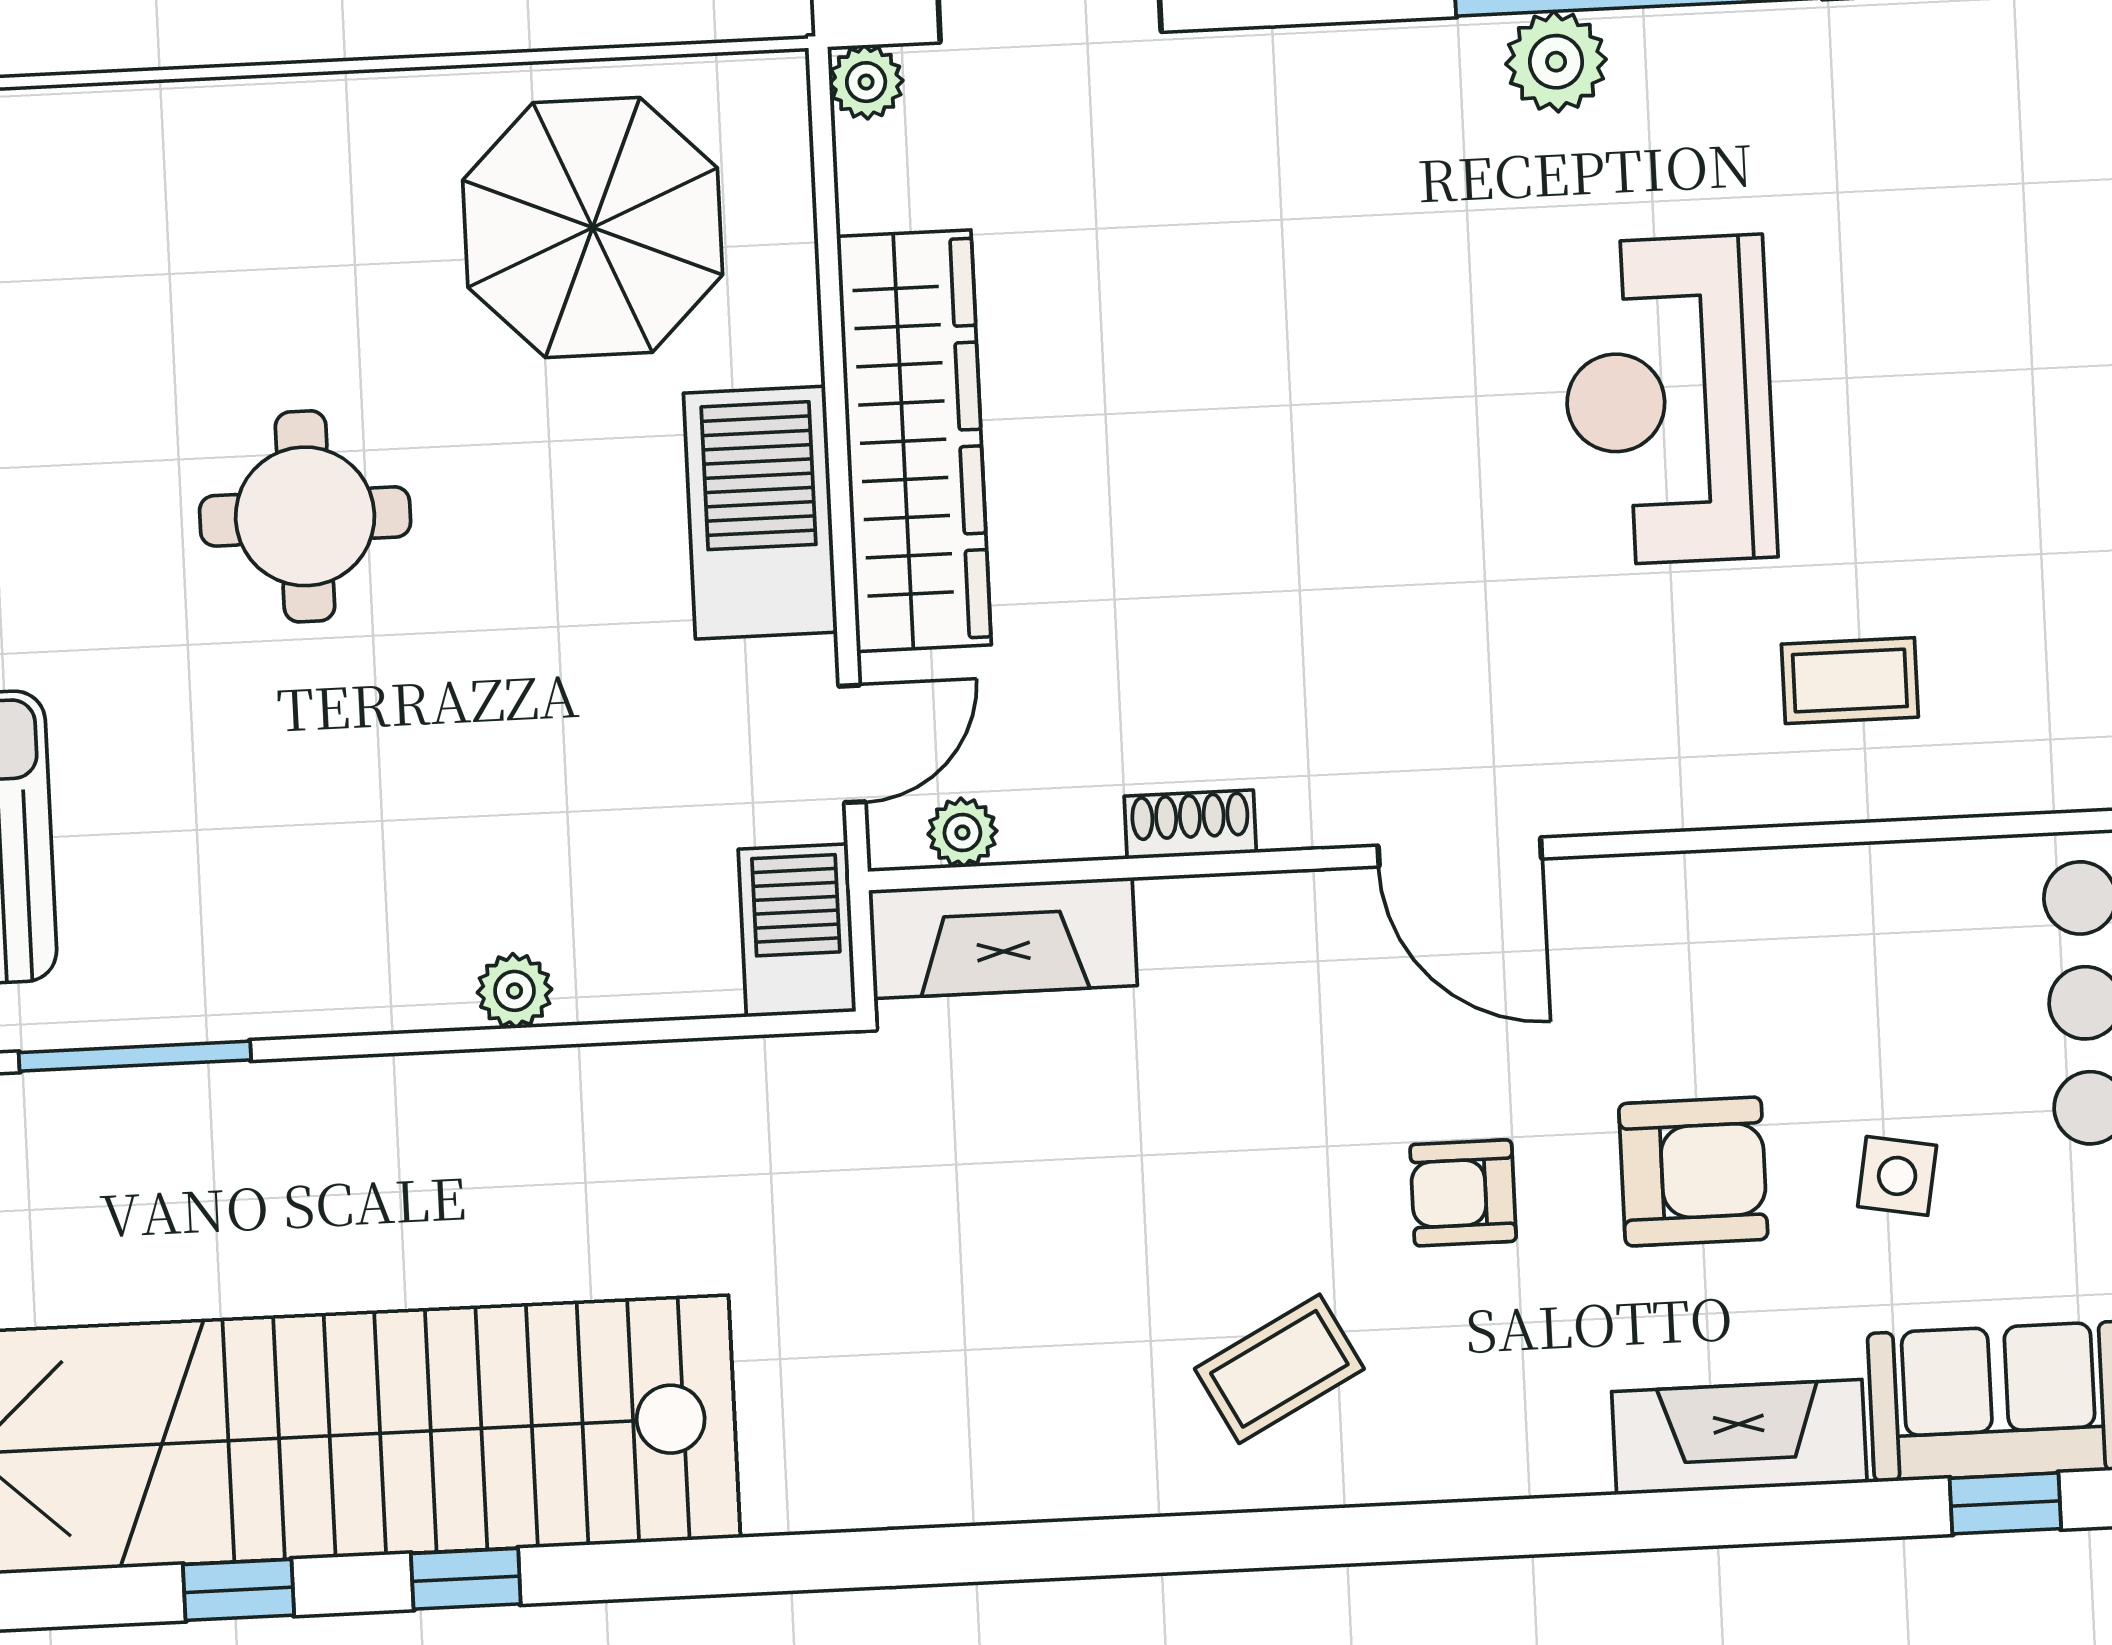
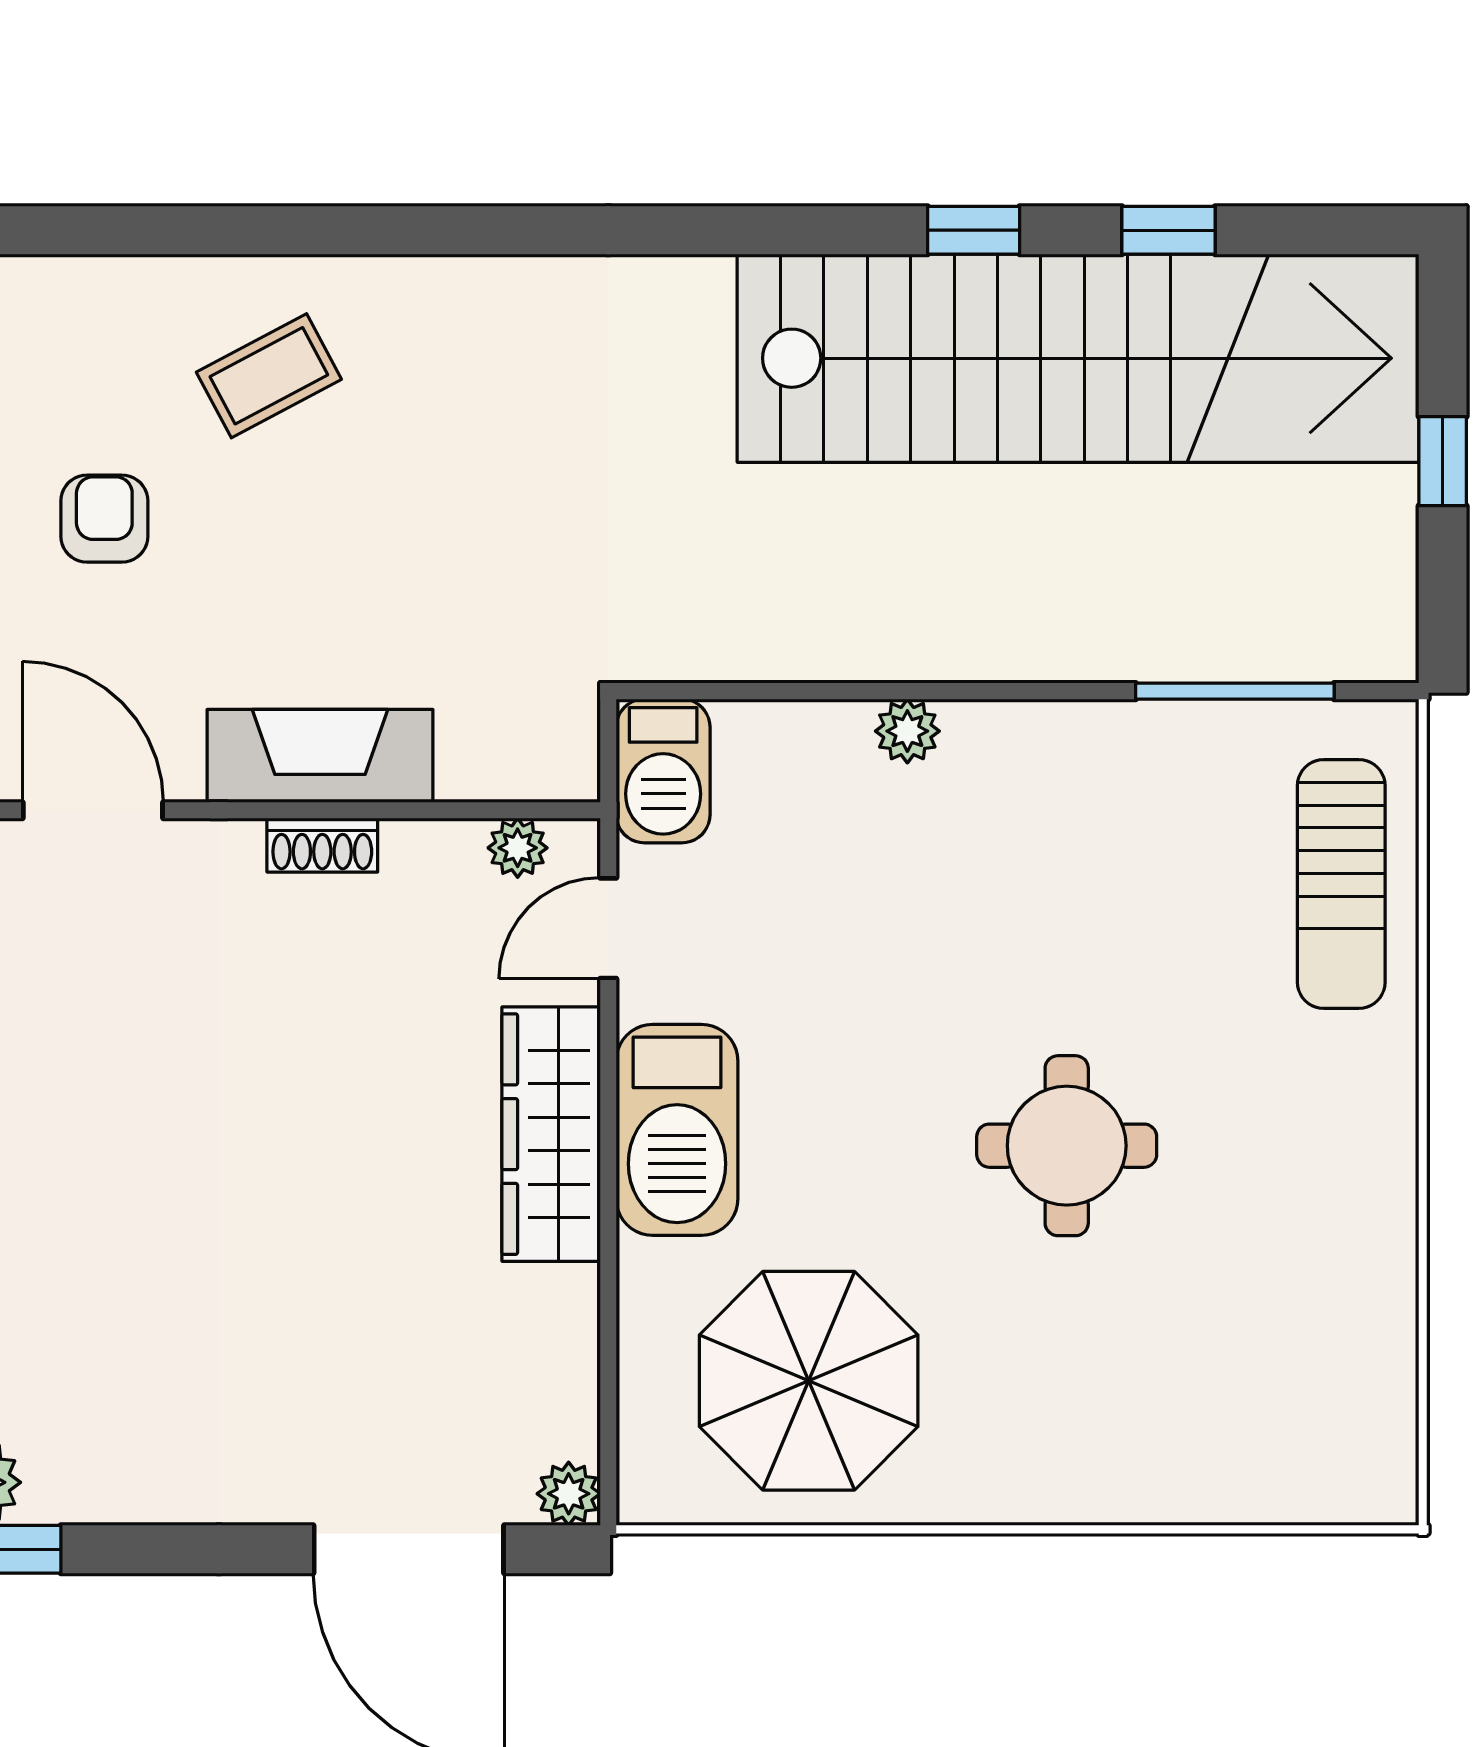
wardrobe: (914, 441) -> (551, 1134), width x0.71, depth x0.85
fireplace: (1003, 938) -> (320, 756), moved
armchair: (1463, 1193) -> (104, 519), turned -90

